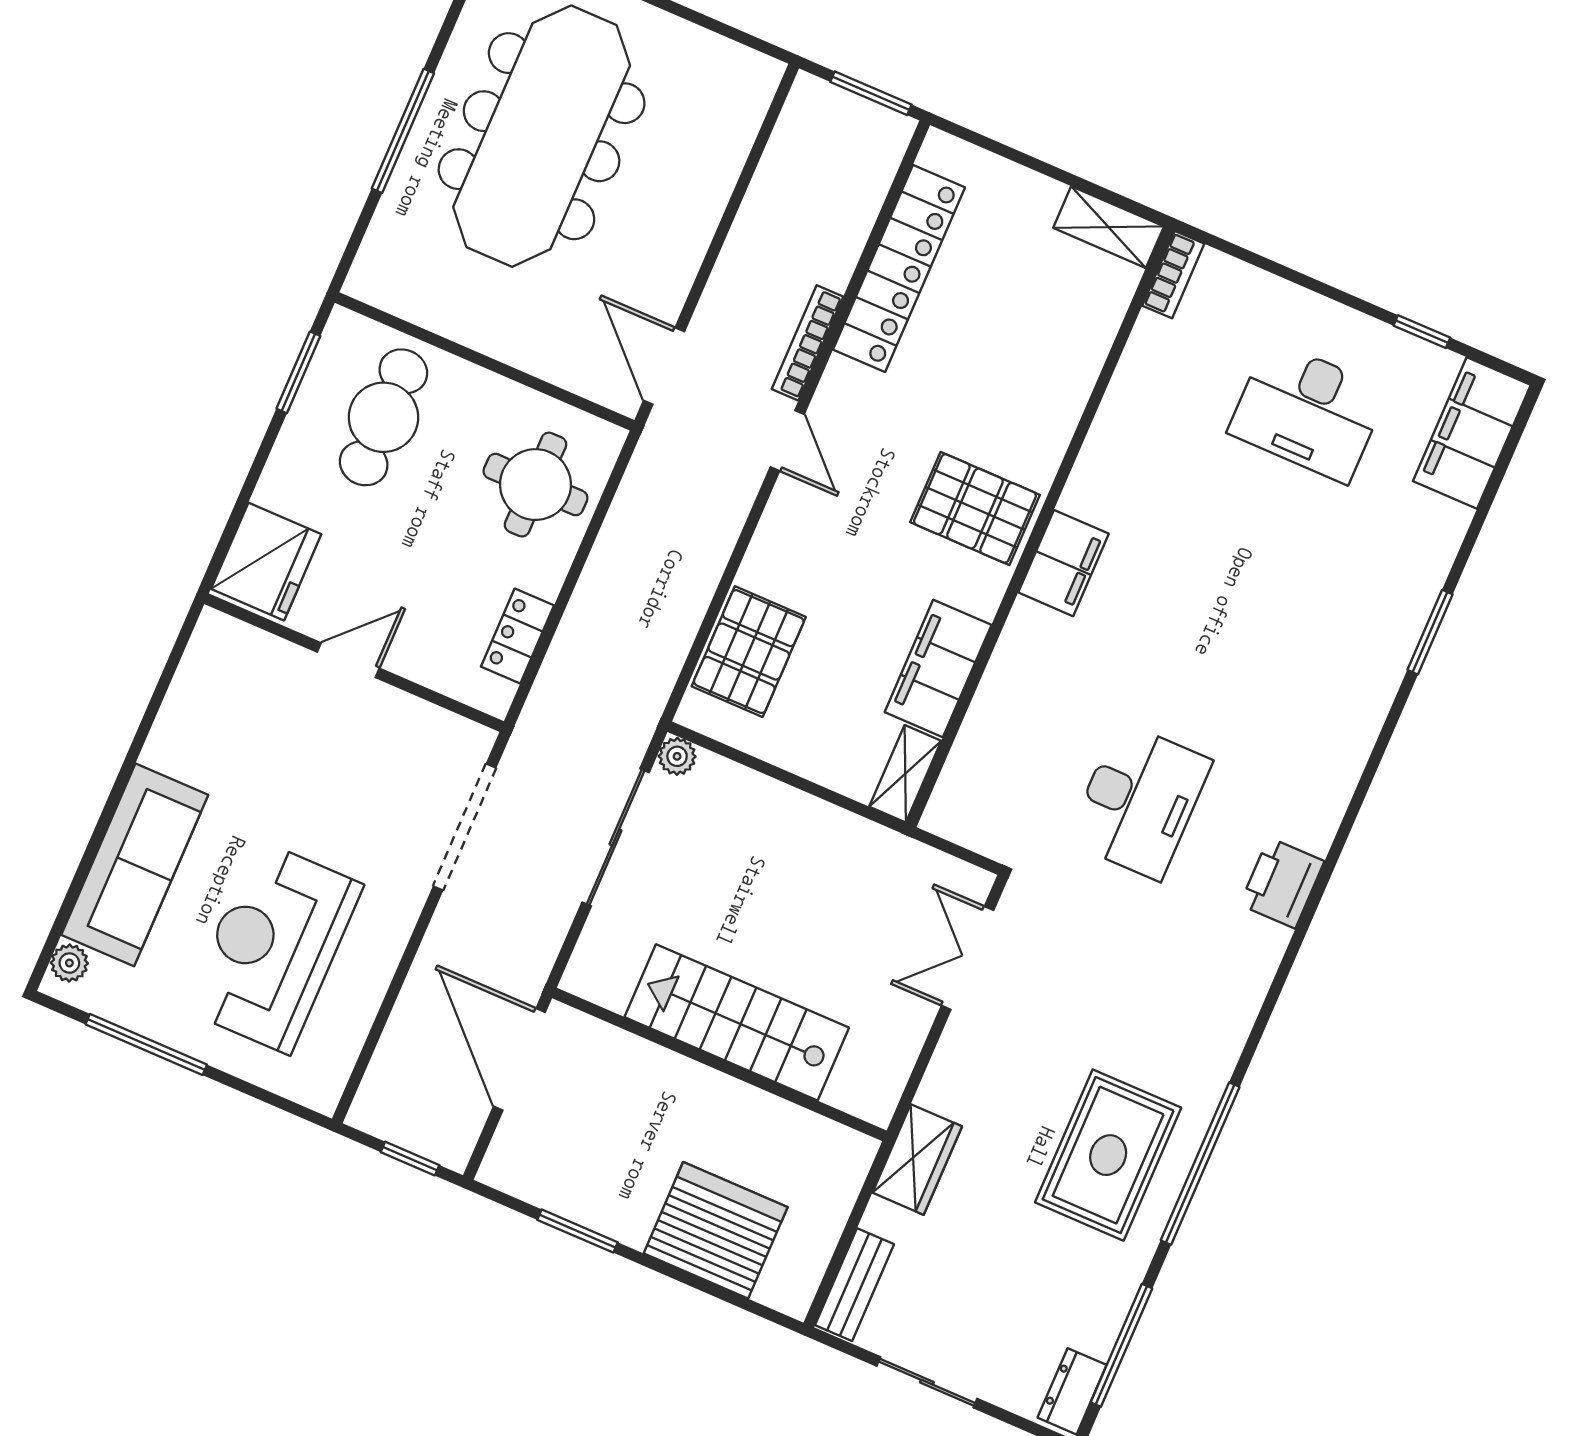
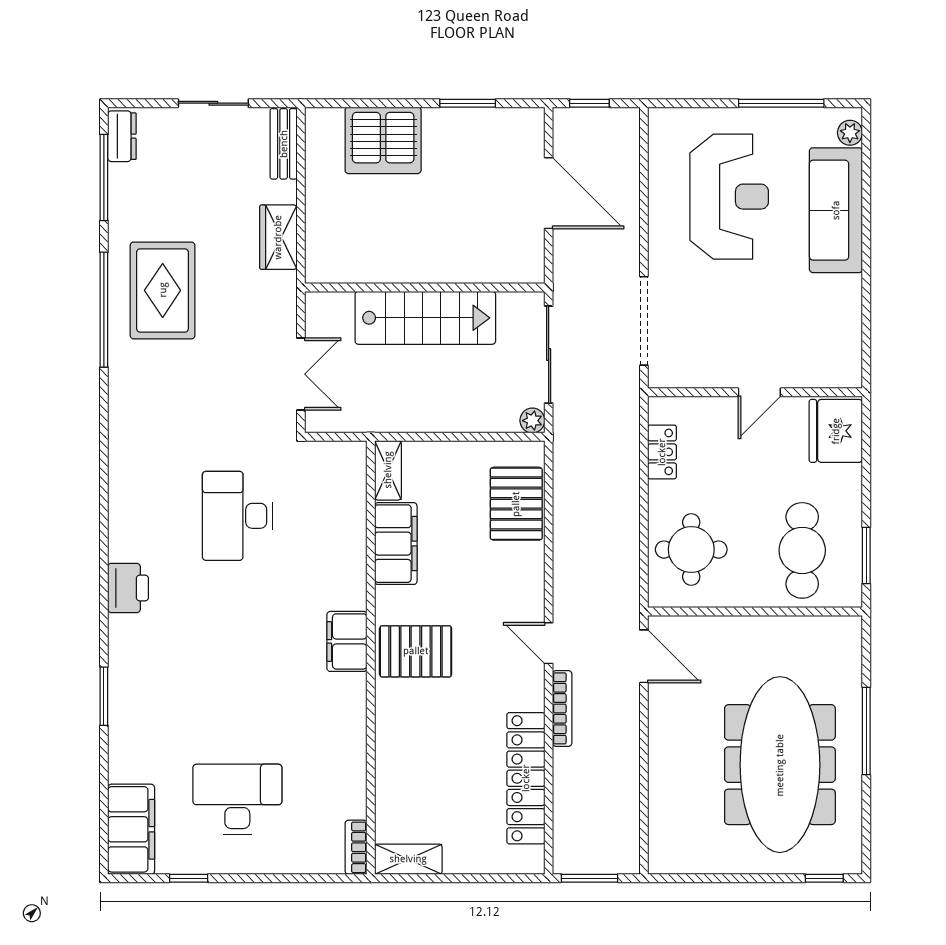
printer: (1282, 883) -> (128, 588), moved
stairs: (737, 1022) -> (425, 318), moved
wall: (719, 1064) -> (425, 287), moved

